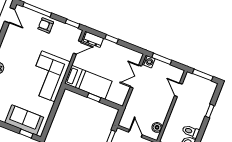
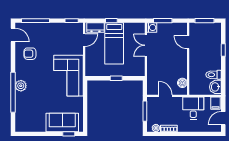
armchair: (46, 25) -> (30, 54), moved
bed: (88, 82) -> (114, 43), moved, turned 90

